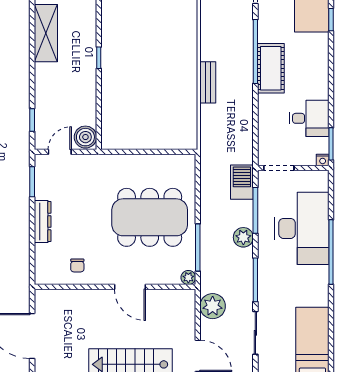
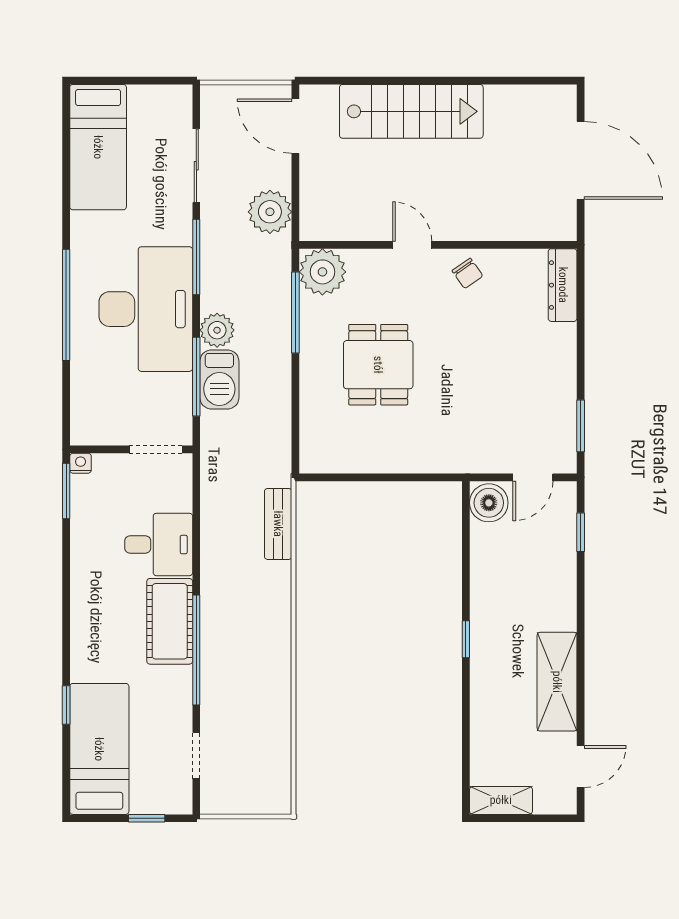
bench: (208, 82) -> (278, 524), moved
desk: (309, 118) -> (159, 544), moved, turned 180
barbecue: (242, 182) -> (219, 379), moved
dining table: (150, 217) -> (378, 365), width x0.53, depth x0.80
dresser: (43, 222) -> (563, 285), moved
desk: (302, 228) -> (146, 309), moved, turned 180
chair: (77, 265) -> (467, 273), moved, turned 145
plant: (188, 278) -> (322, 272), width x1.88, depth x1.88
door: (130, 287) -> (412, 245), width x0.73

